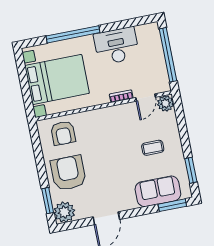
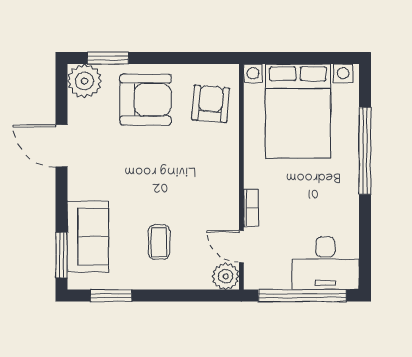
desk: (116, 46) -> (325, 263), moved, turned 90
armchair: (63, 133) -> (211, 104), turned 95

